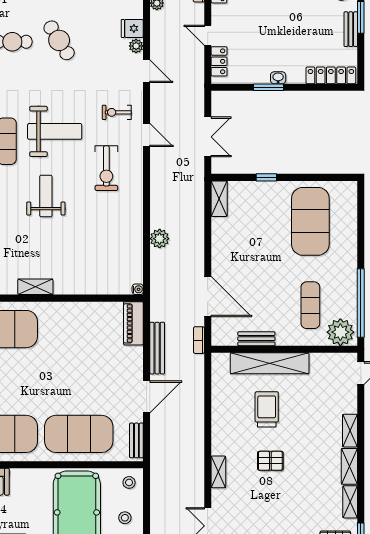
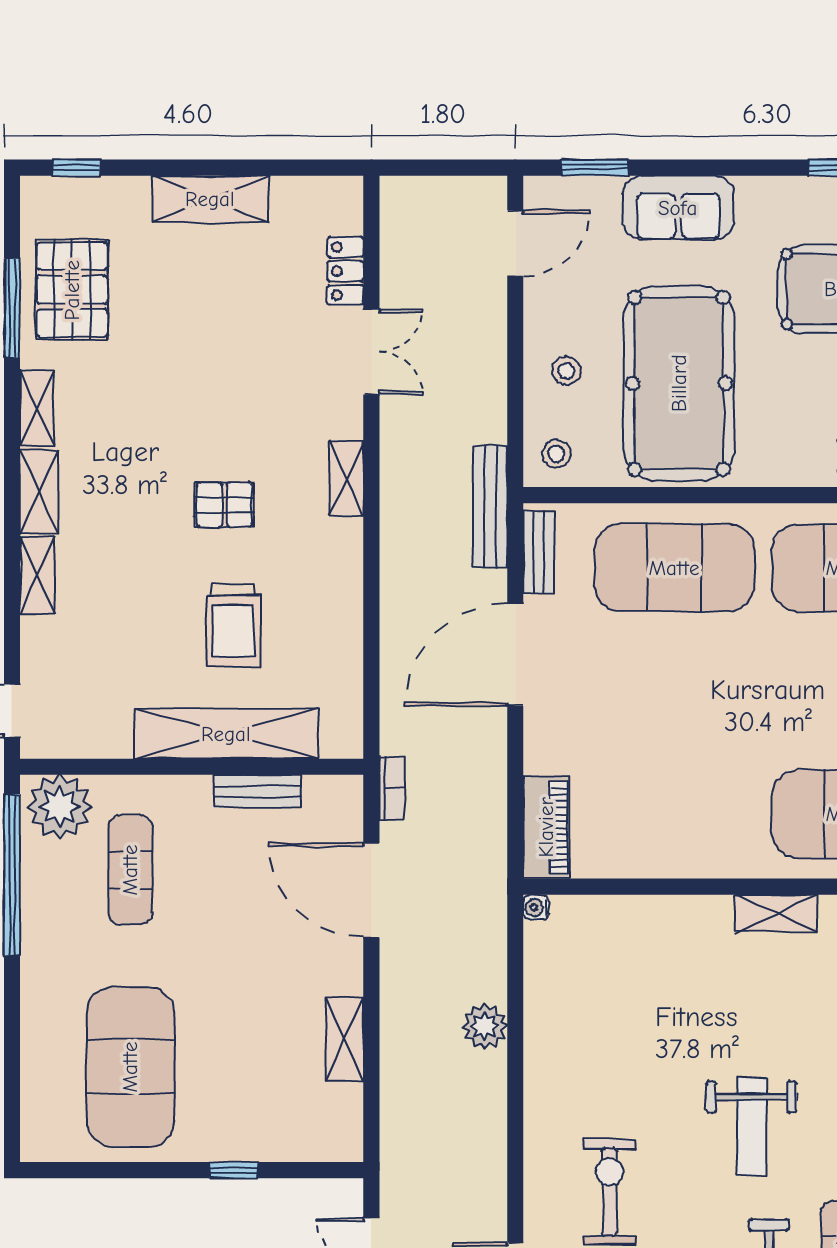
shelving: (219, 199) -> (345, 1039), moved
bench: (157, 348) -> (490, 507), moved
door: (147, 397) -> (515, 655), width x1.36

